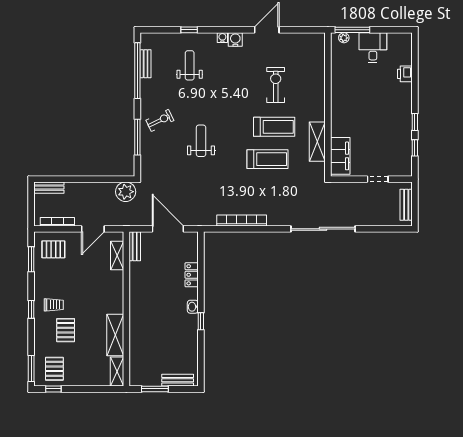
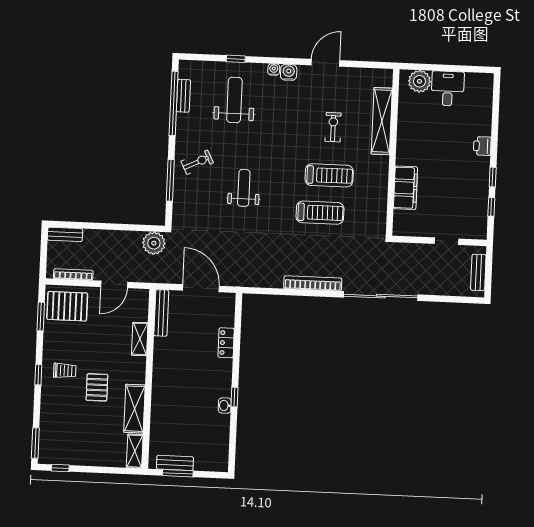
window: (352, 30) -> (425, 67), removed
plant: (344, 38) -> (419, 81), width x1.87, depth x1.87
weight bench: (190, 65) -> (234, 100), width x1.36, depth x1.33
printer: (405, 74) -> (482, 146), moved
exercise bike: (276, 85) -> (333, 127), width x0.73, depth x0.72
shelving: (317, 142) -> (382, 121), moved, width x1.47
filing cabinet: (340, 156) -> (406, 188), moved
bookcase: (242, 220) -> (313, 283), moved
bench: (135, 246) -> (161, 313), width x1.36
pallet: (53, 249) -> (67, 306), width x1.50, depth x1.42
shelving: (117, 256) -> (140, 339), moved
washbasin: (193, 307) -> (225, 406), moved
pallet: (66, 330) -> (97, 387), moved
pallet: (54, 369) -> (62, 445), removed
bench: (178, 380) -> (175, 463), moved

